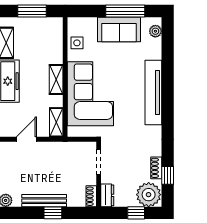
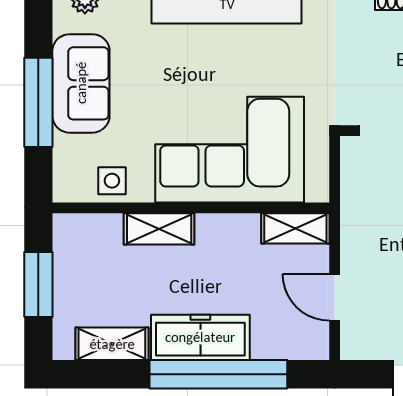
window: (125, 11) -> (38, 102), moved
shelving: (56, 79) -> (159, 229), moved

